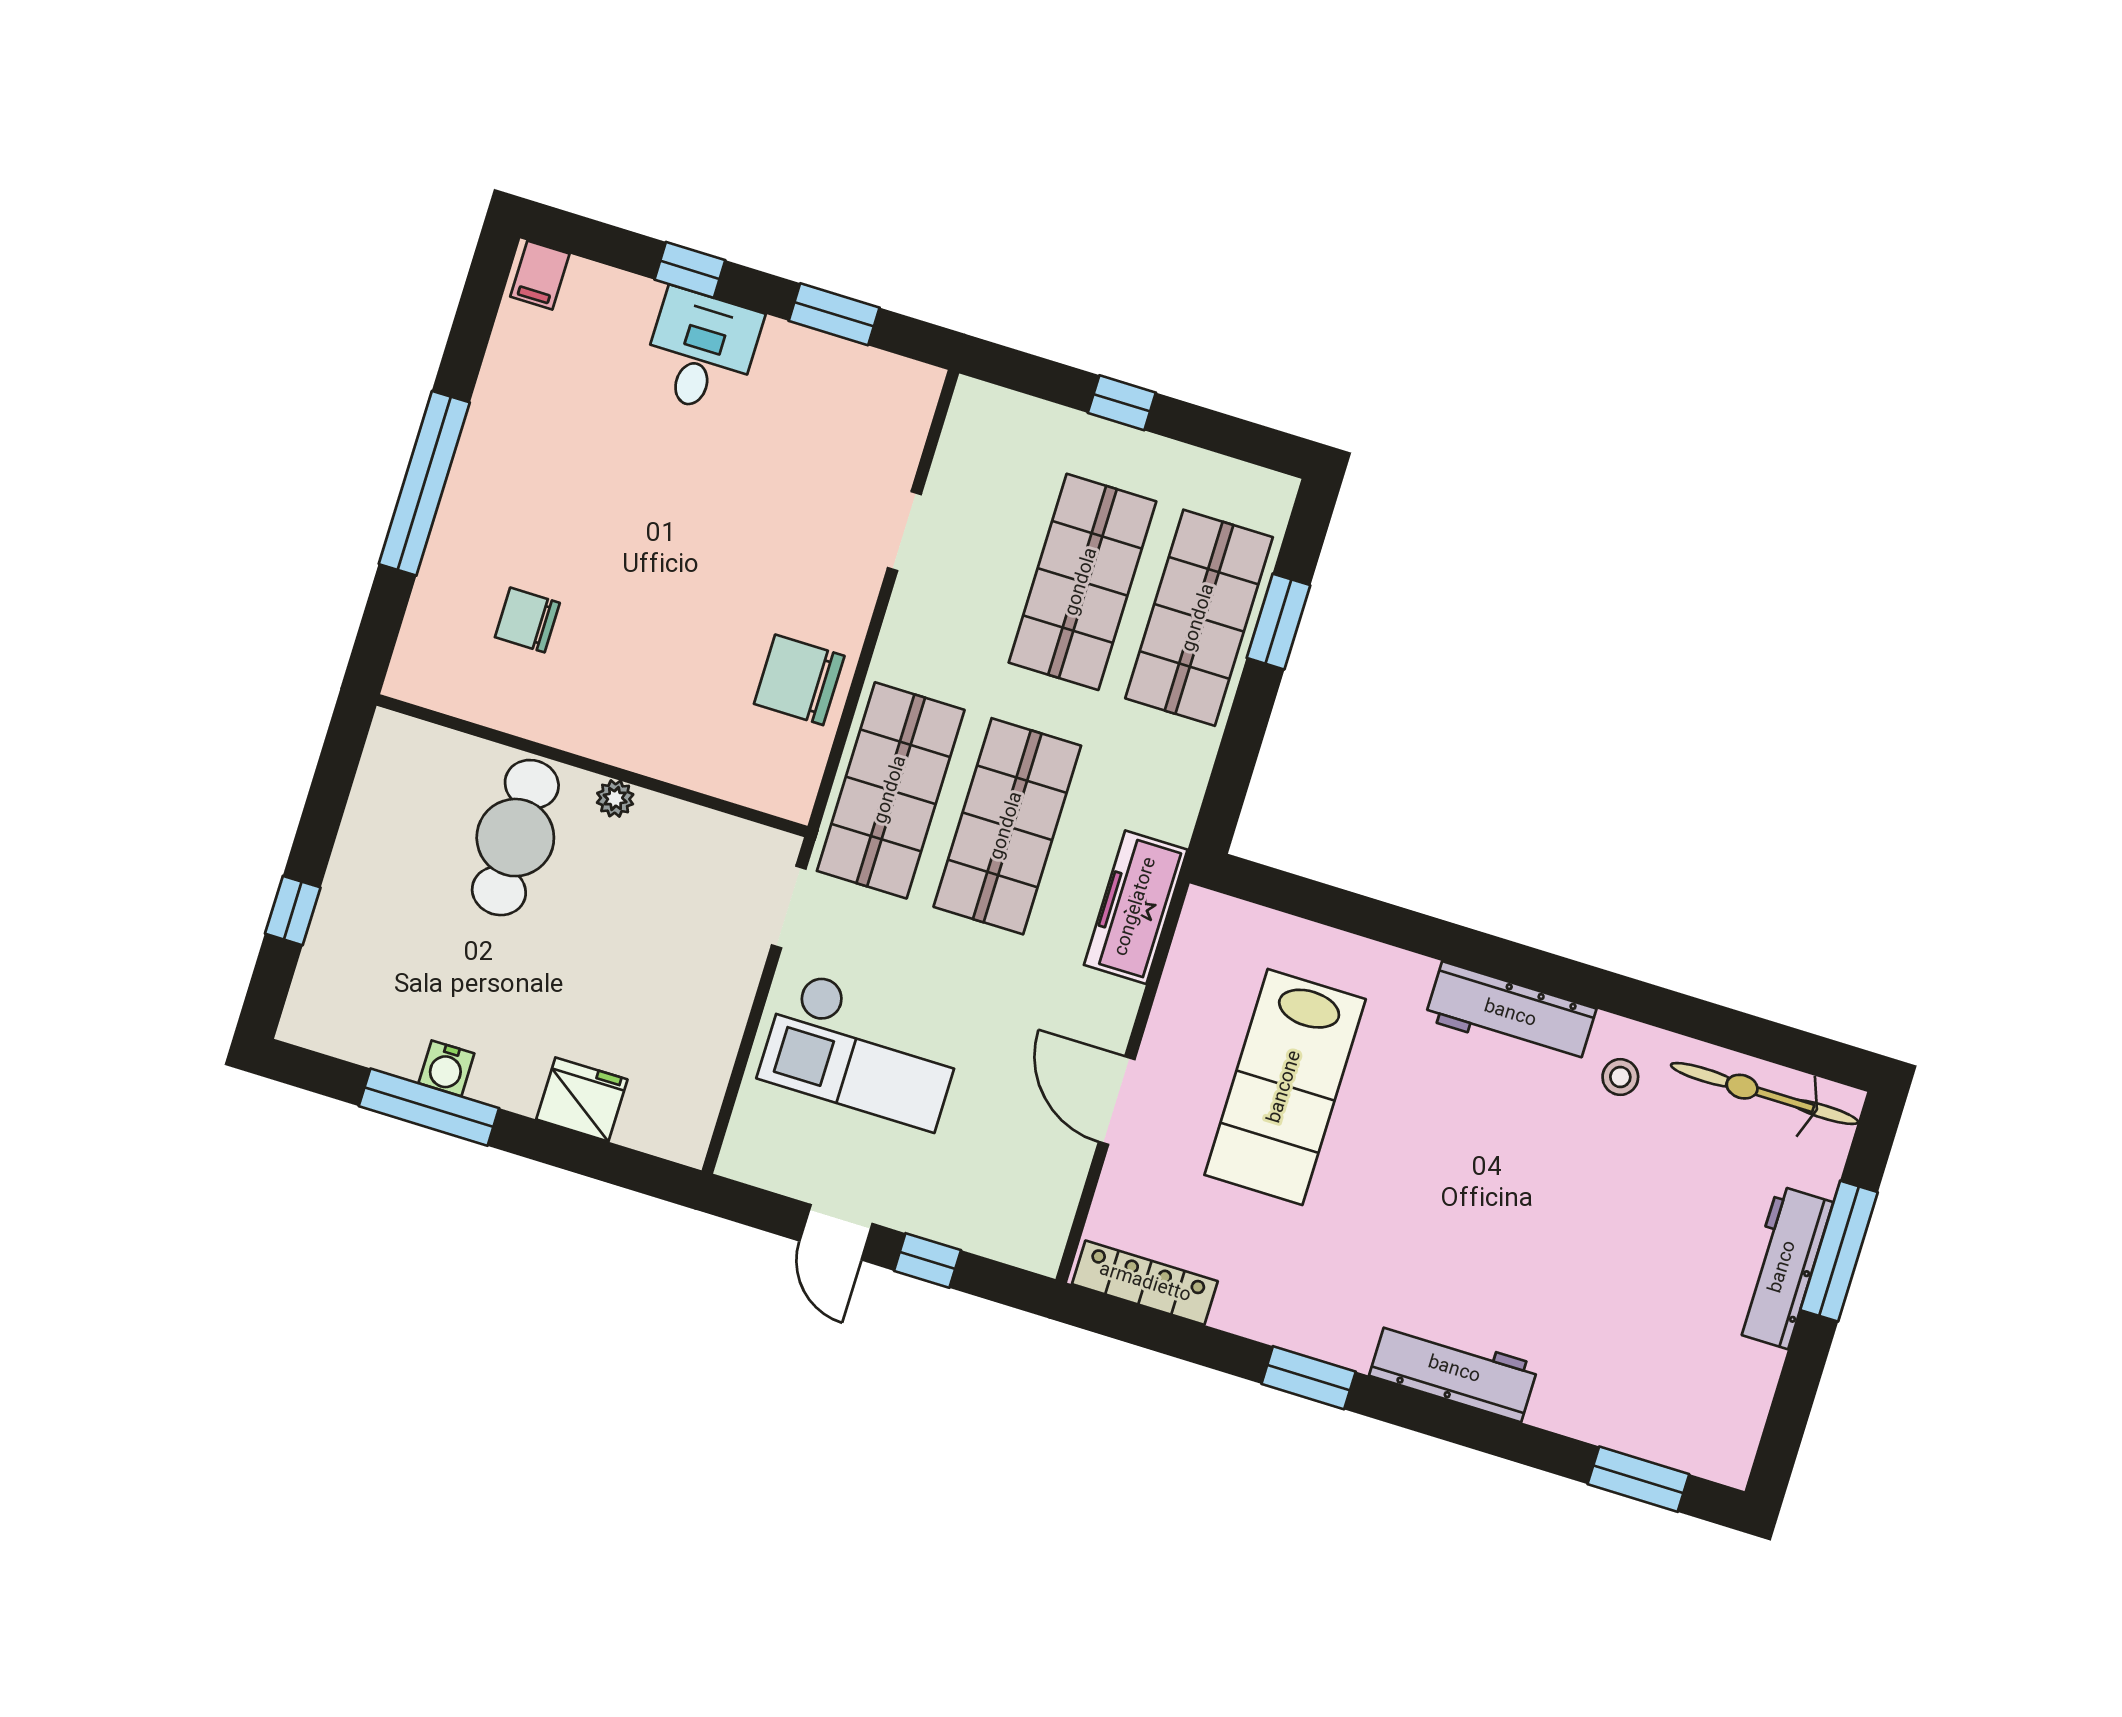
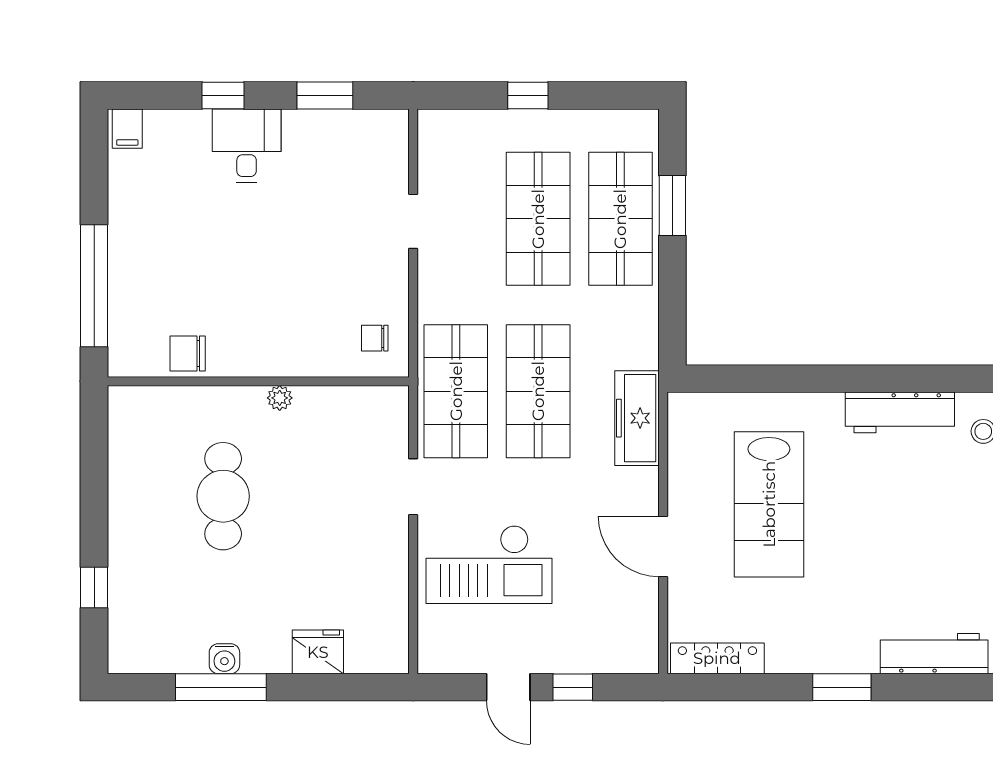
chair: (799, 680) -> (375, 338), width x0.54, depth x0.54
wall: (592, 766) -> (258, 381), moved
plant: (615, 799) -> (280, 398), moved

